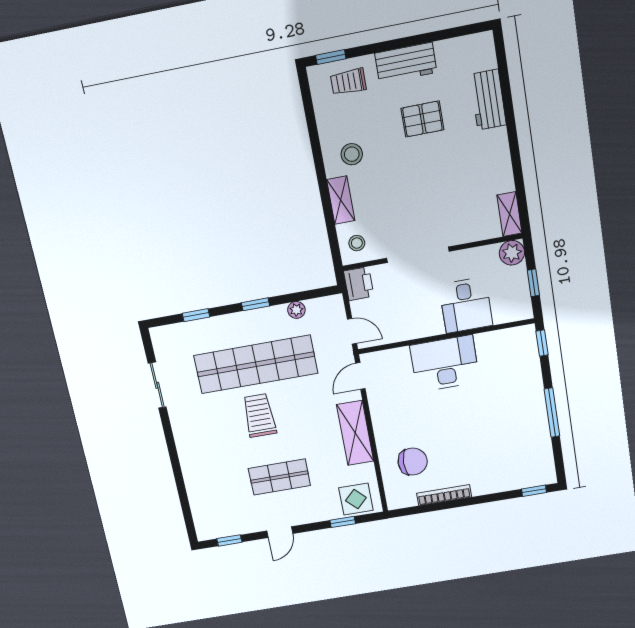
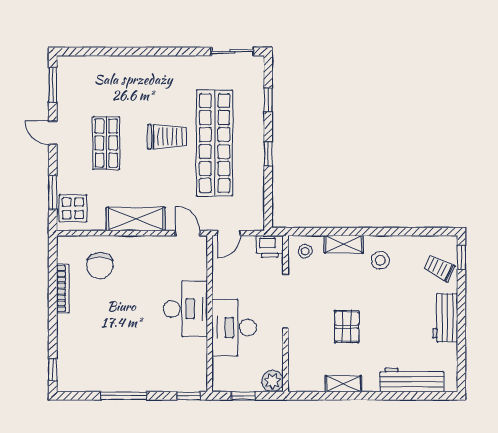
trolley: (348, 82) -> (439, 268), turned -64
workbench: (488, 100) -> (412, 380), width x1.38
pallet: (422, 119) -> (347, 327), moved
shelving: (509, 214) -> (343, 384), moved
desk: (466, 305) -> (234, 328), width x1.37
plant: (296, 310) -> (257, 188), removed
sliding door: (157, 385) -> (233, 52), moved
window: (343, 522) -> (53, 192), width x1.50
window: (229, 540) -> (53, 85), width x1.50

